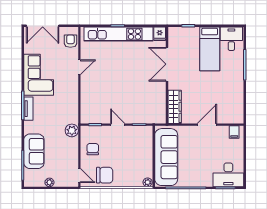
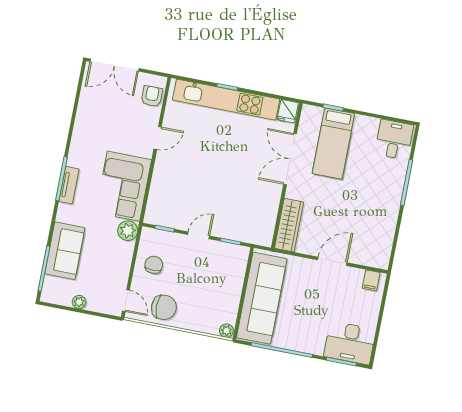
bed: (210, 49) -> (333, 144), moved
corner sofa: (39, 75) -> (124, 186), moved, turned 180
door: (118, 125) -> (199, 235), hinge flipped

